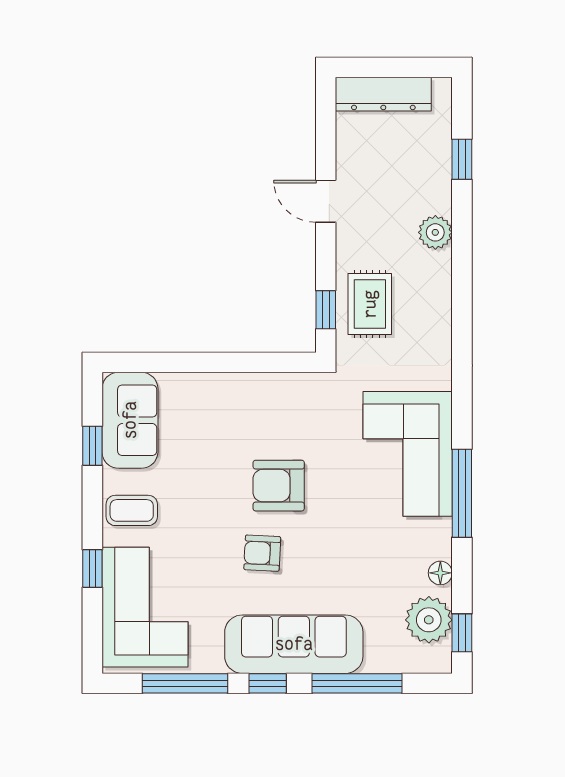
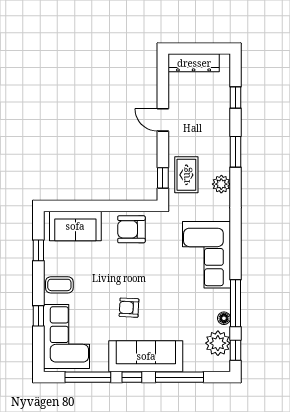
plant: (435, 232) -> (221, 184), moved
window: (462, 261) -> (235, 152), added
sofa: (130, 420) -> (75, 226), moved, turned 90
armchair: (279, 486) -> (131, 229), moved
window: (462, 493) -> (235, 303), moved

